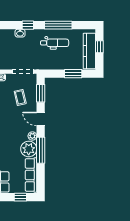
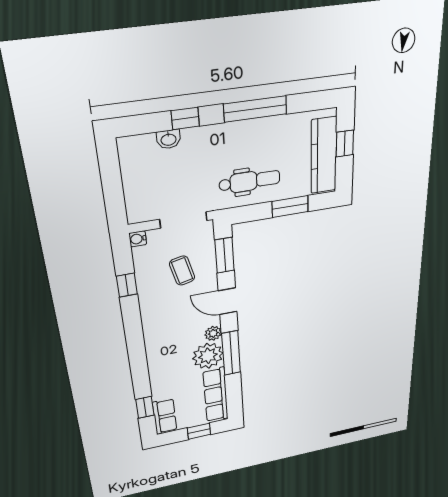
dental chair: (55, 43) -> (250, 181), moved

